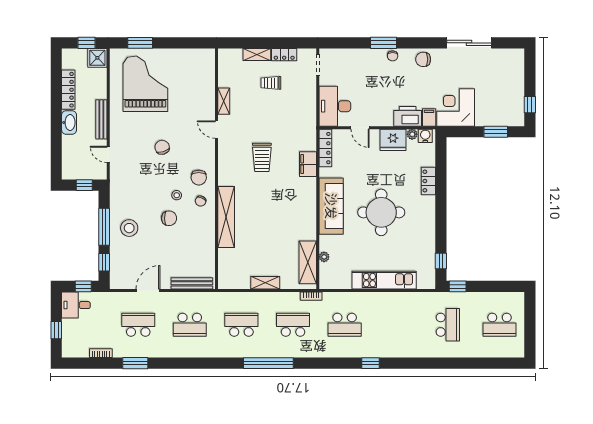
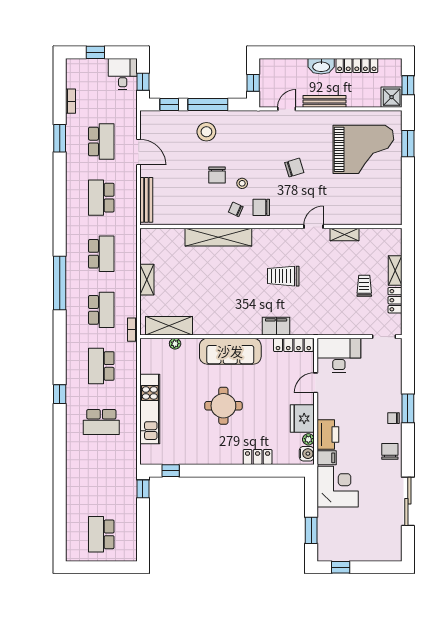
round table: (381, 212) -> (223, 406), width x0.73, depth x0.73
school desk: (448, 325) -> (101, 422), moved

